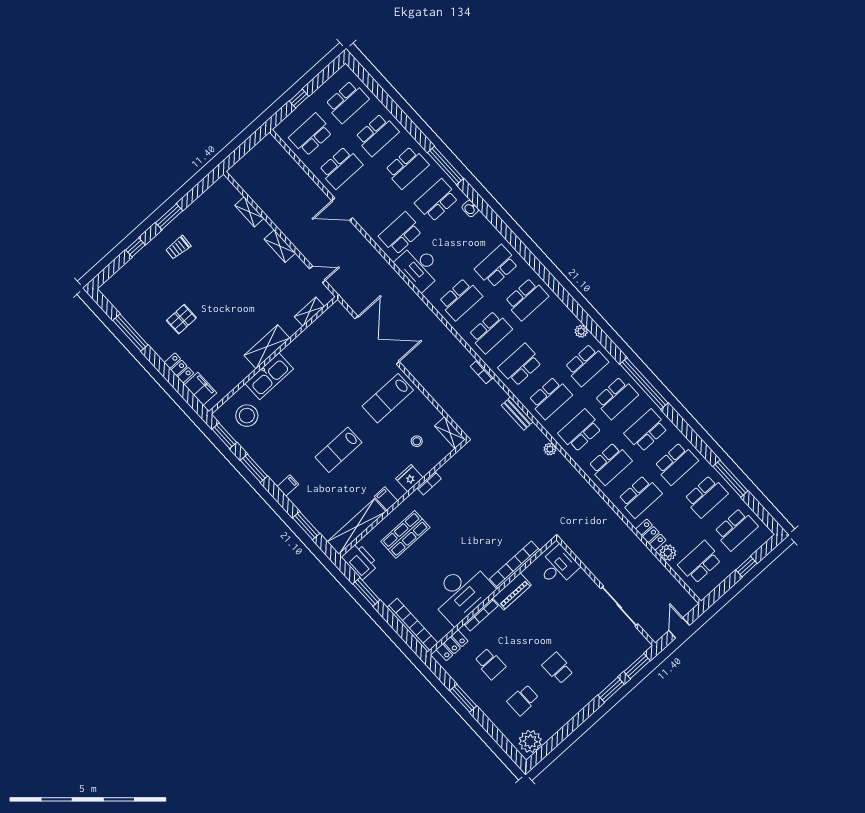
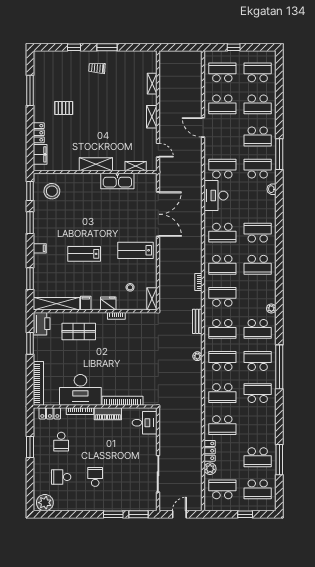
school desk: (347, 102) -> (258, 72), turned 180
kitchen sink: (269, 376) -> (117, 181), moved
school desk: (616, 398) -> (258, 361), turned 180
school desk: (676, 464) -> (258, 425), removed

